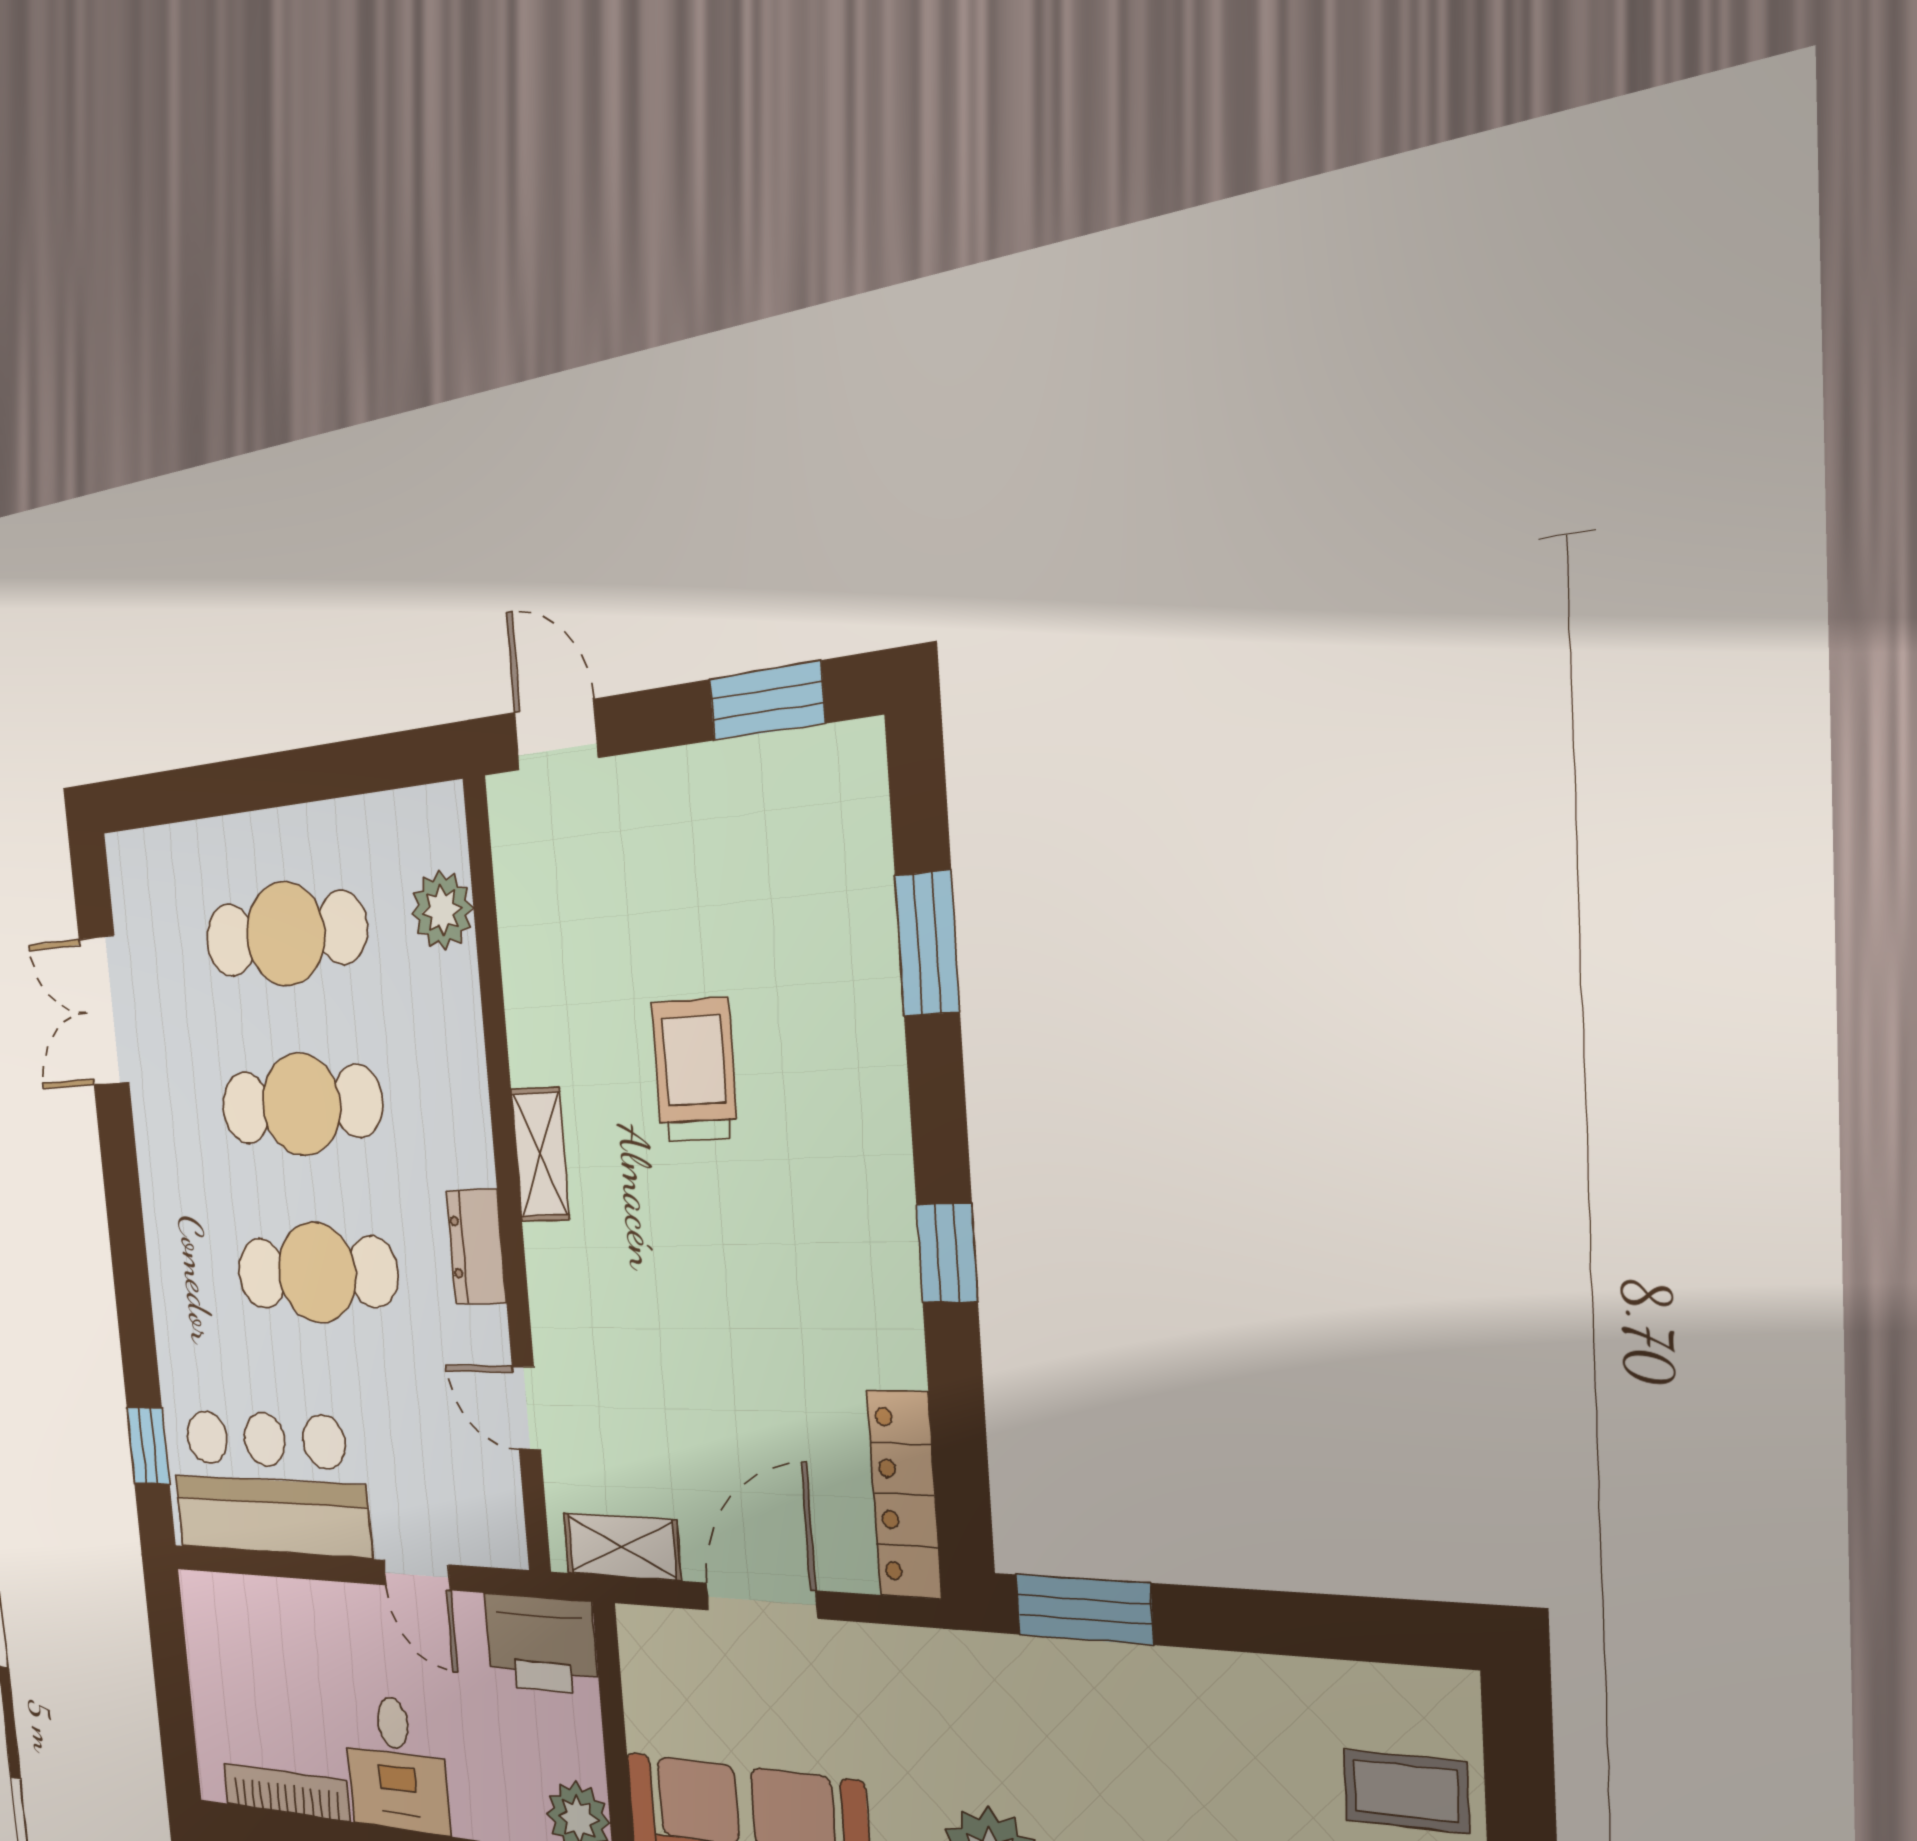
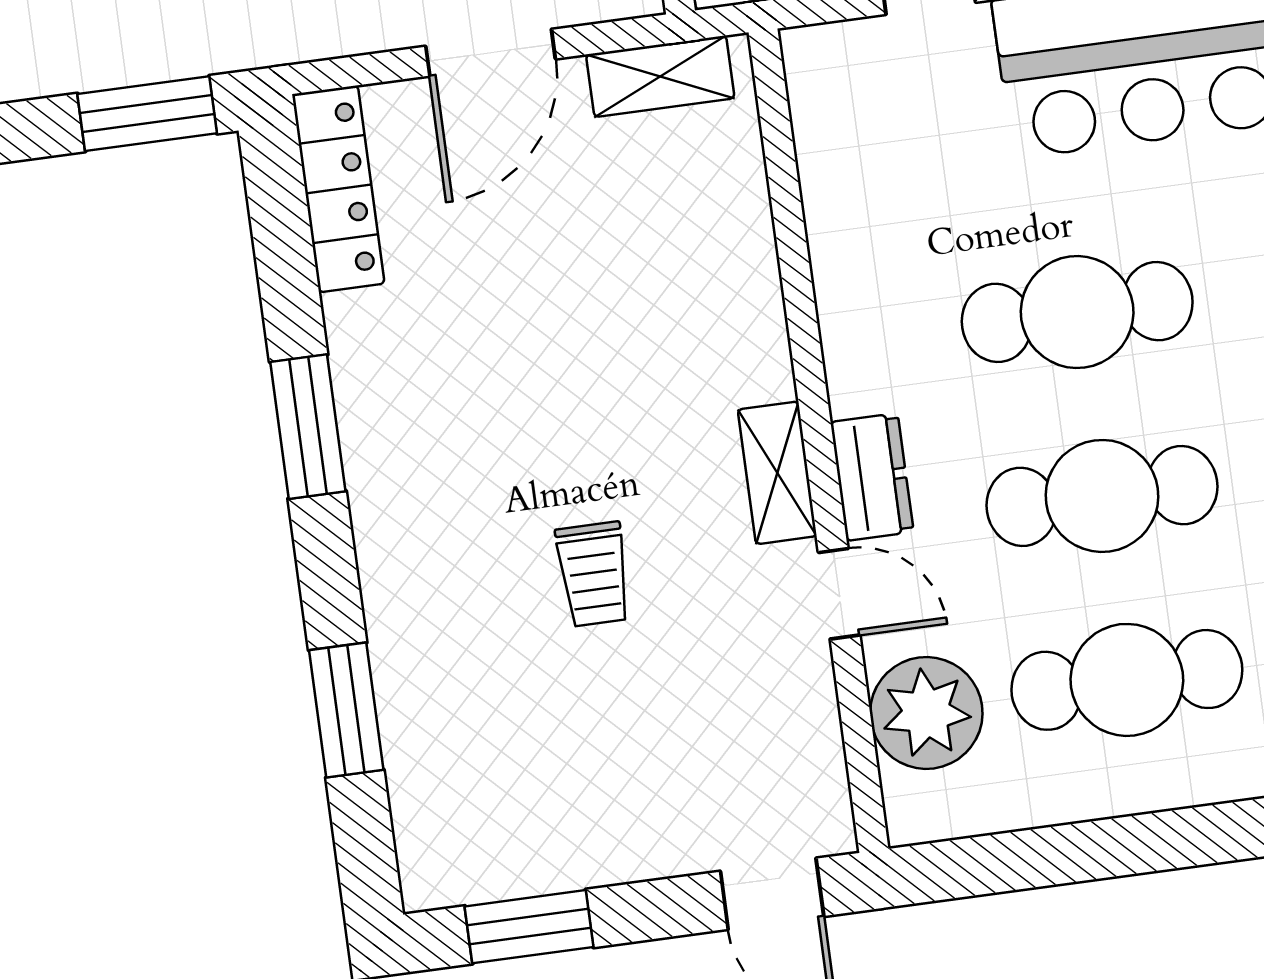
plant: (442, 910) -> (926, 713), width x1.36, depth x1.36
trolley: (695, 1070) -> (594, 574), width x0.73, depth x0.72
dresser: (476, 1247) -> (872, 477), moved
window: (947, 1253) -> (308, 427), width x1.50
door: (526, 1408) -> (839, 594), moved

